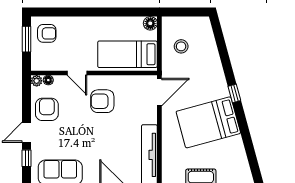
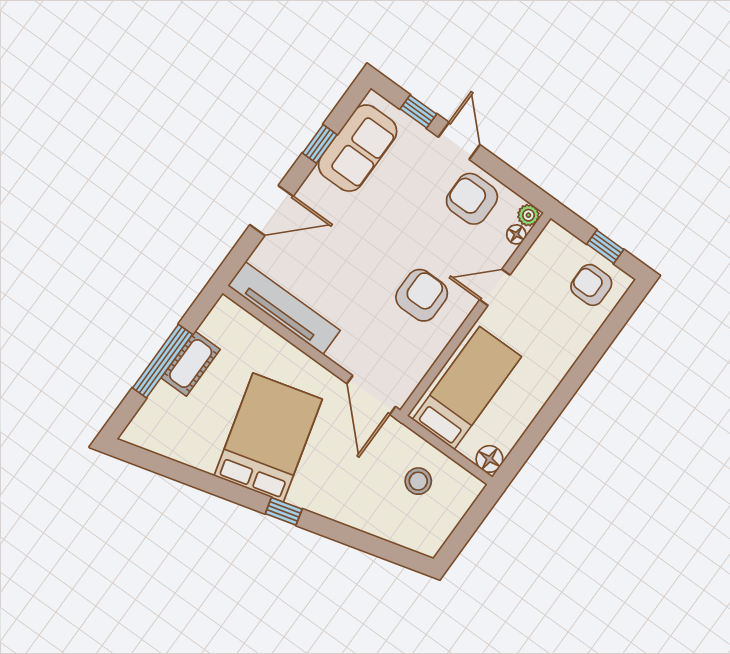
armchair: (47, 33) -> (591, 285), turned 90
window: (27, 39) -> (605, 247), width x0.67
armchair: (47, 109) -> (472, 199), turned 180

